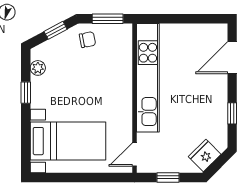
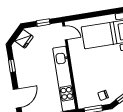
door: (134, 155) -> (65, 33), hinge flipped

